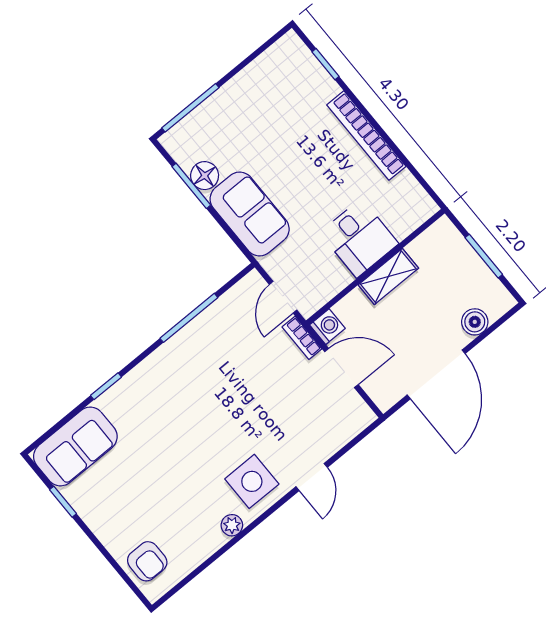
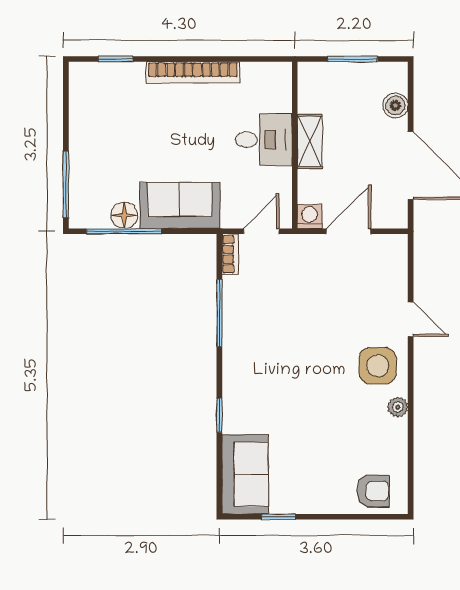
window: (191, 186) -> (124, 231), width x1.44
door: (283, 297) -> (261, 231), swing flipped
bookcase: (302, 338) -> (230, 254), moved, turned -90

